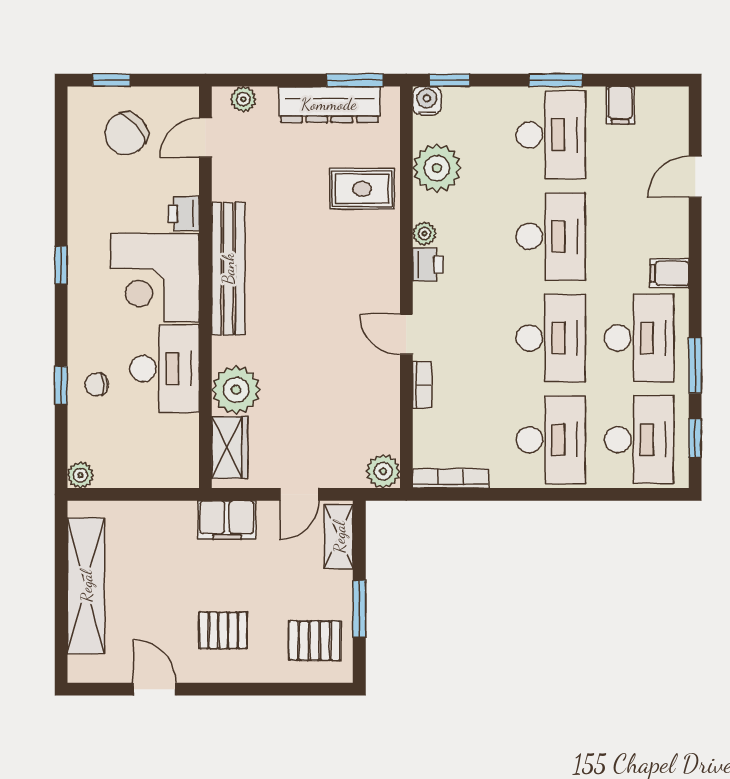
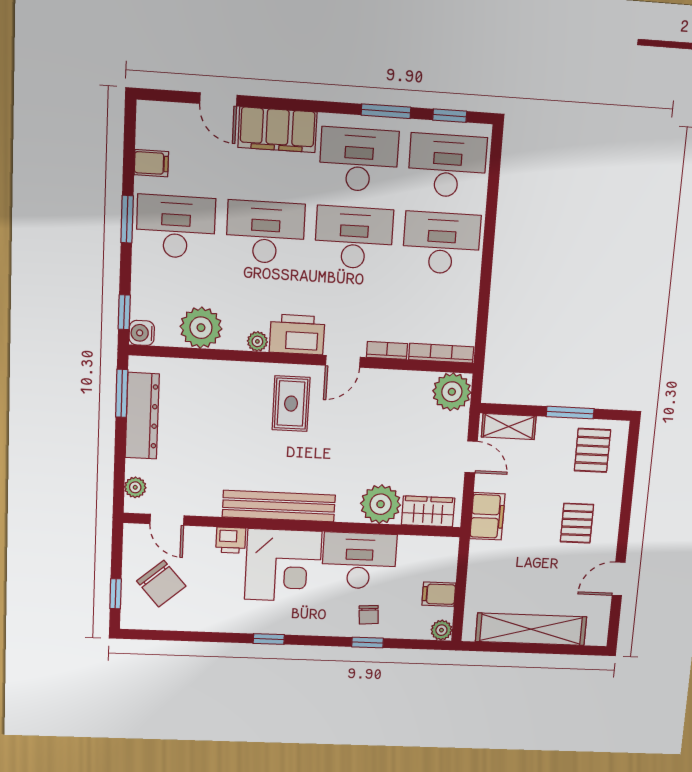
rug: (362, 189) -> (291, 404), moved
printer: (428, 264) -> (297, 334), width x1.87, depth x1.48
filing cabinet: (670, 273) -> (277, 130), width x3.00, depth x1.17
filing cabinet: (126, 468) -> (439, 594), added
plant: (383, 471) -> (452, 392), width x1.36, depth x1.36
bookcase: (451, 478) -> (441, 353), moved, turned 90

